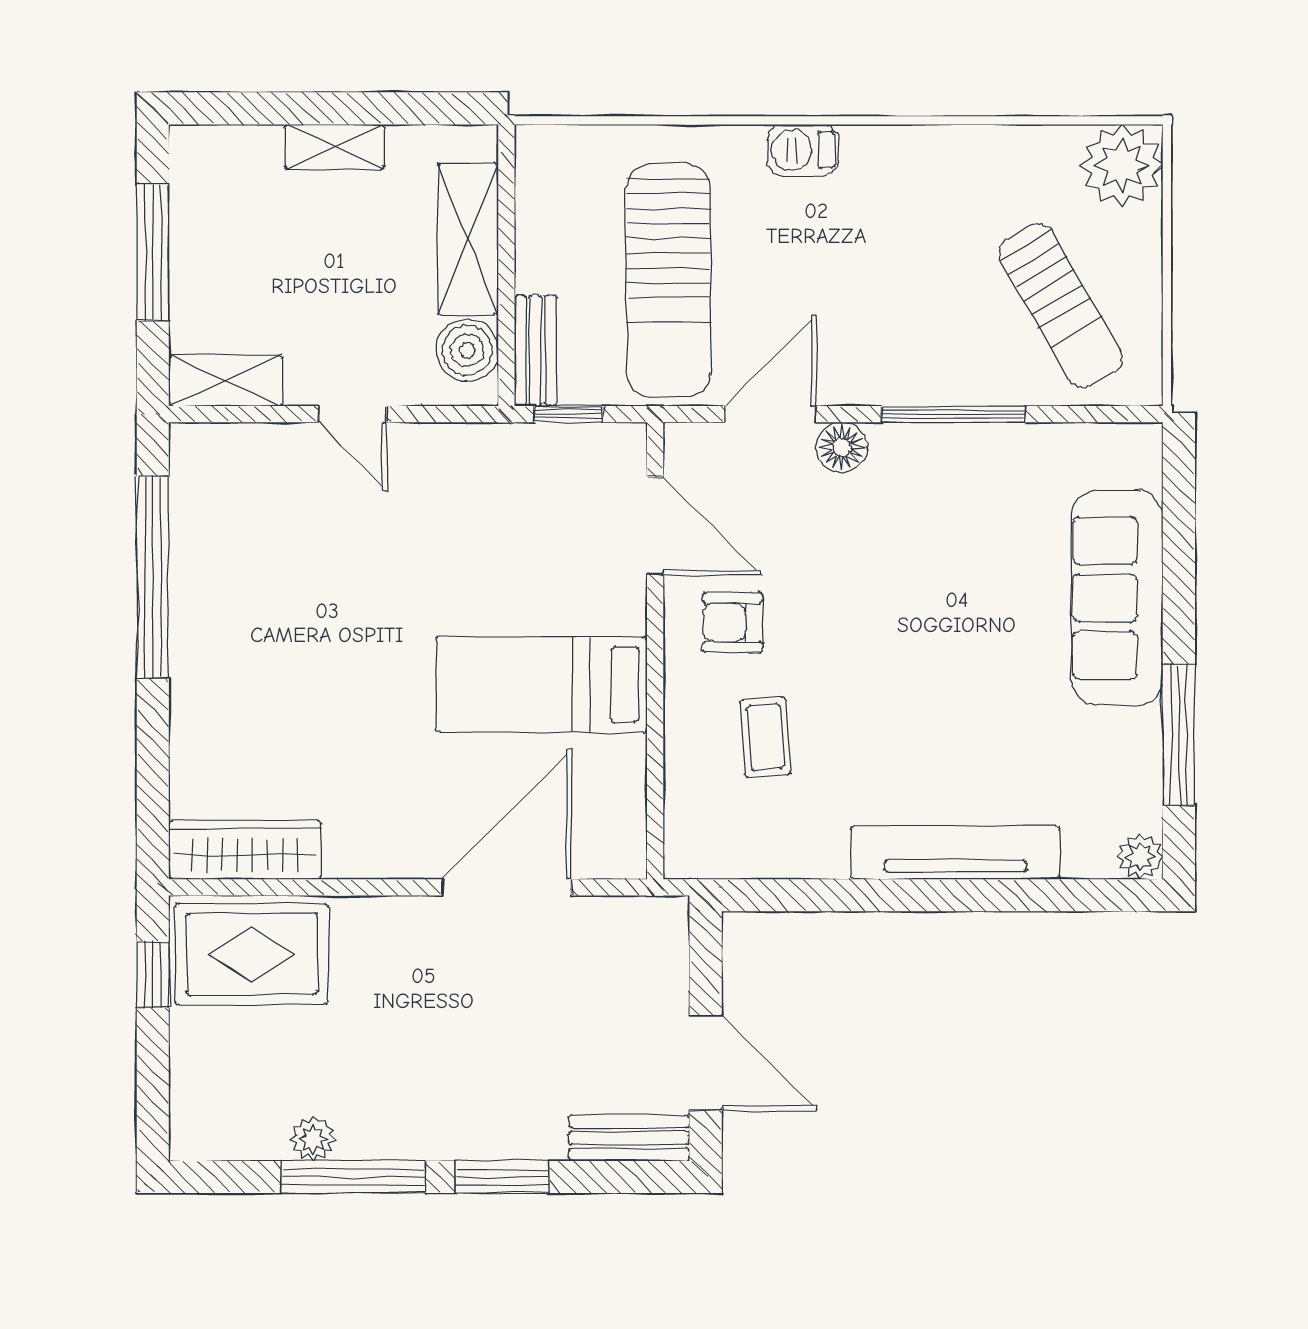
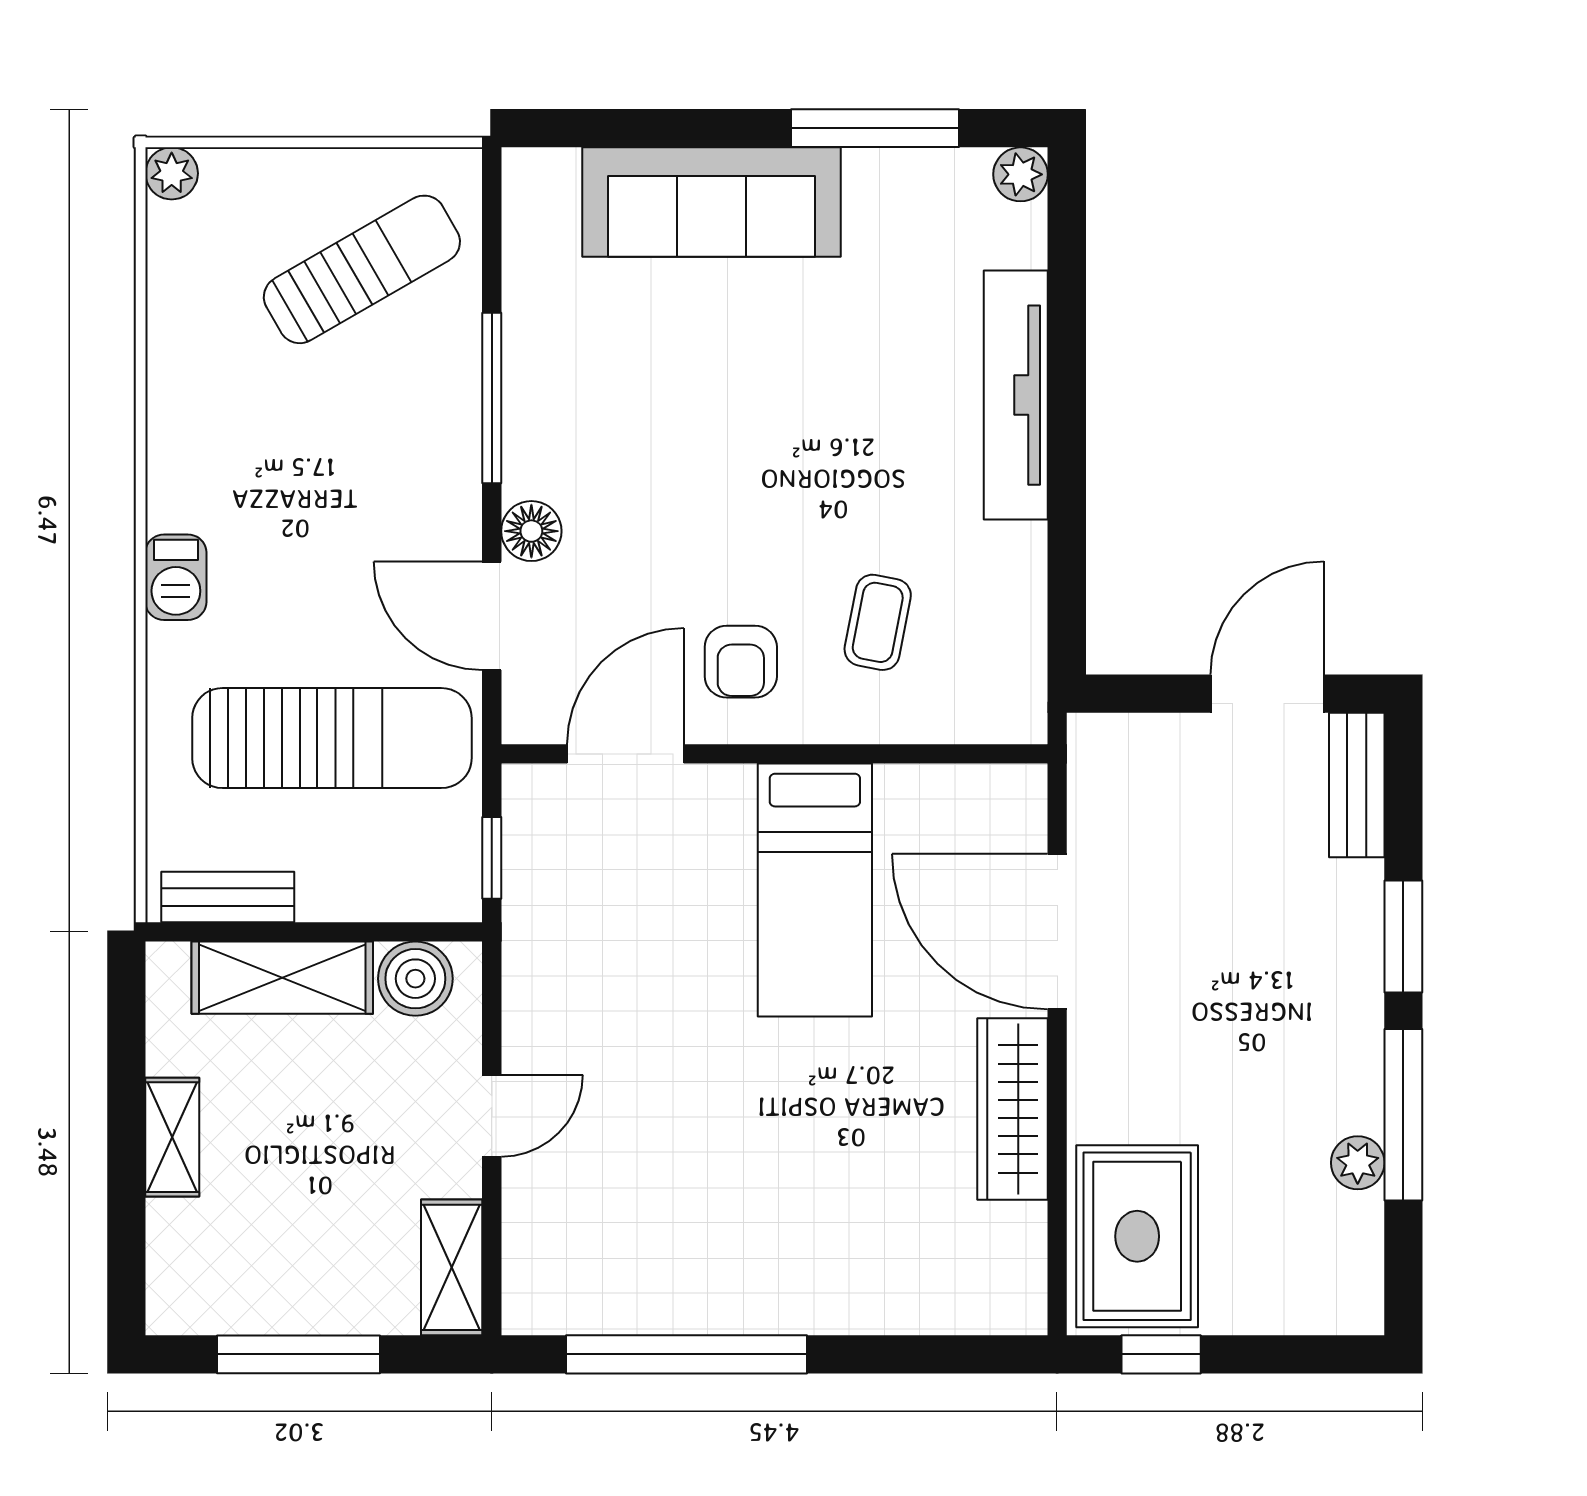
plant: (1122, 165) -> (172, 173), width x0.53, depth x0.53
bench: (536, 351) -> (228, 897), moved
coffee table: (765, 737) -> (878, 622), turned -75
wardrobe: (245, 850) -> (1013, 1109), moved

